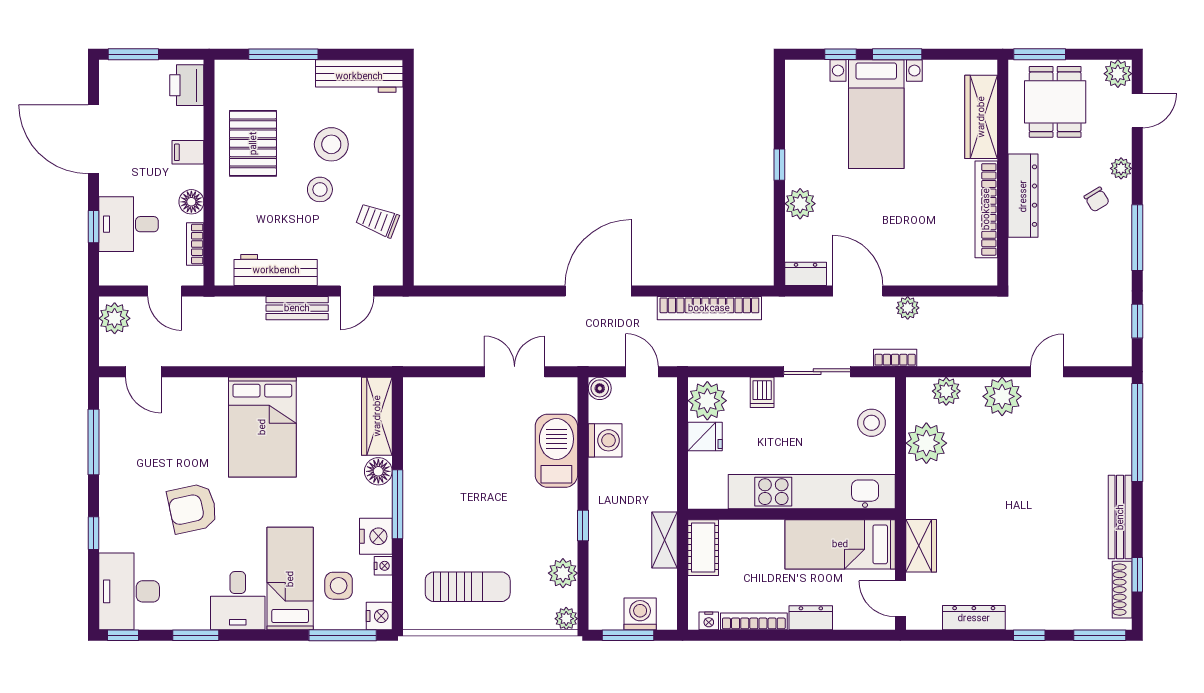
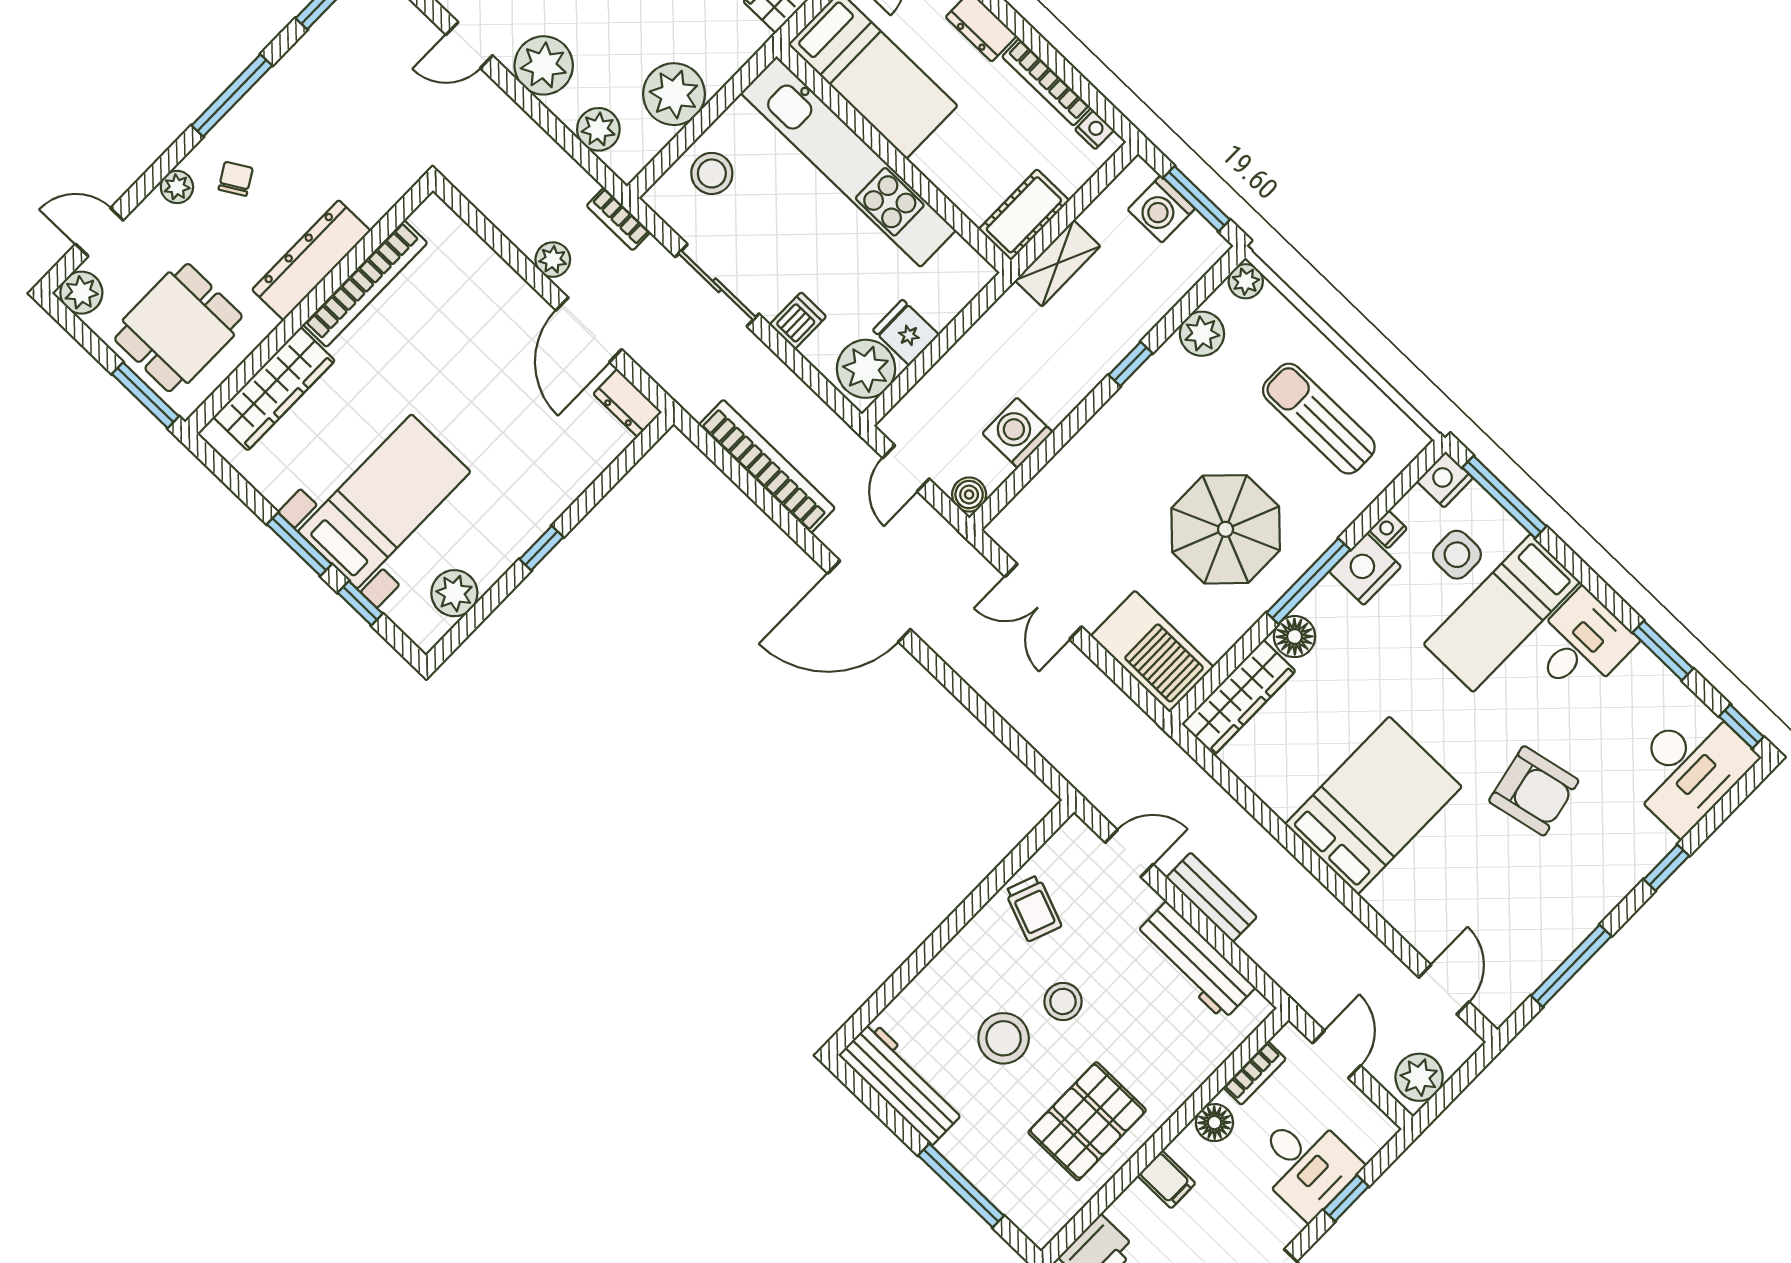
plant: (800, 204) -> (454, 593), moved
barbecue: (556, 451) -> (1152, 651), moved, turned -90
parasol: (461, 491) -> (1226, 529), added

